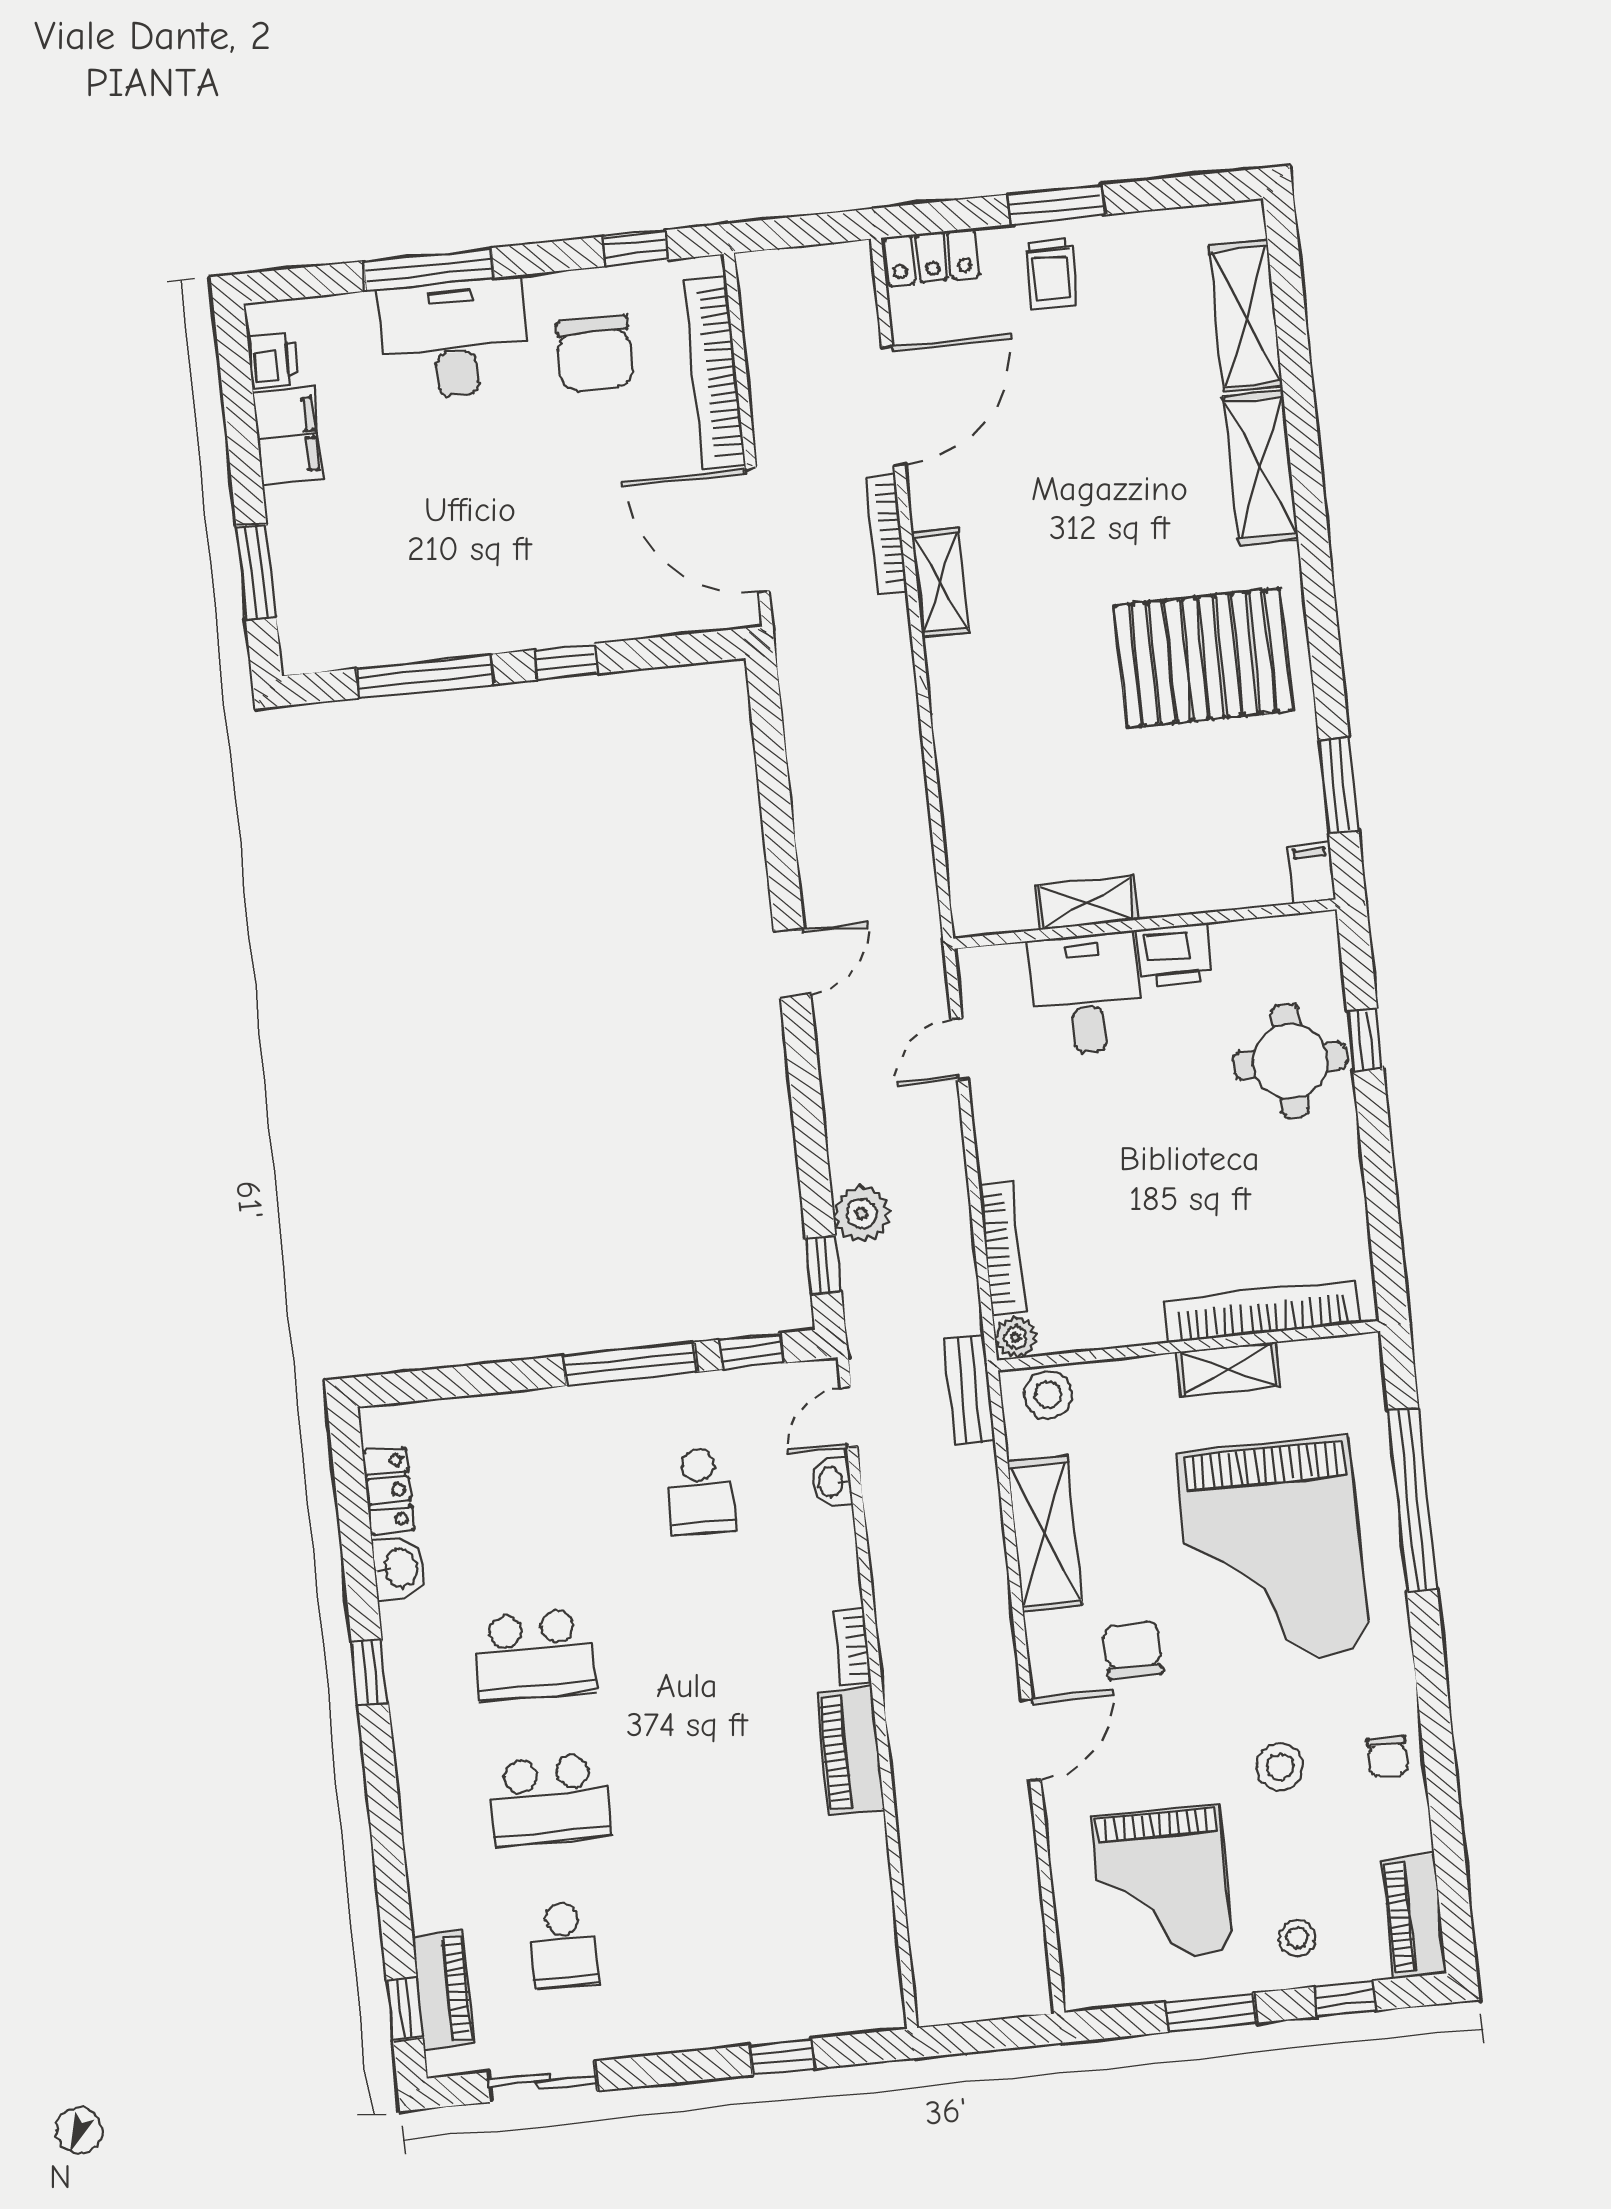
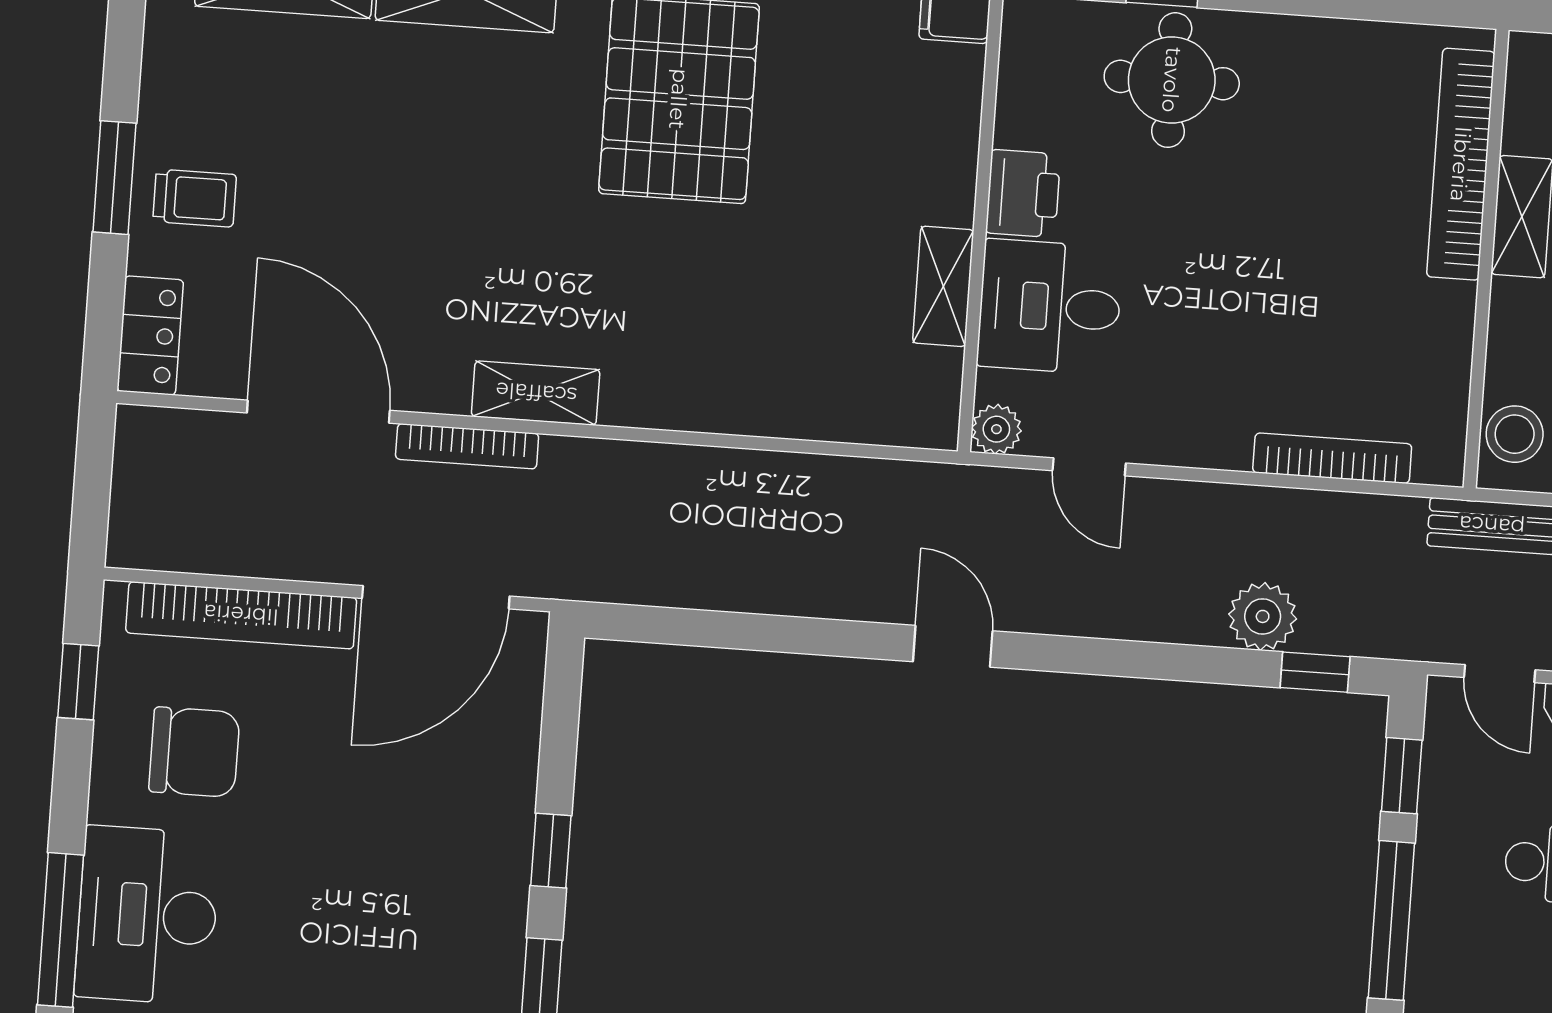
plant: (1015, 1337) -> (996, 429), moved

